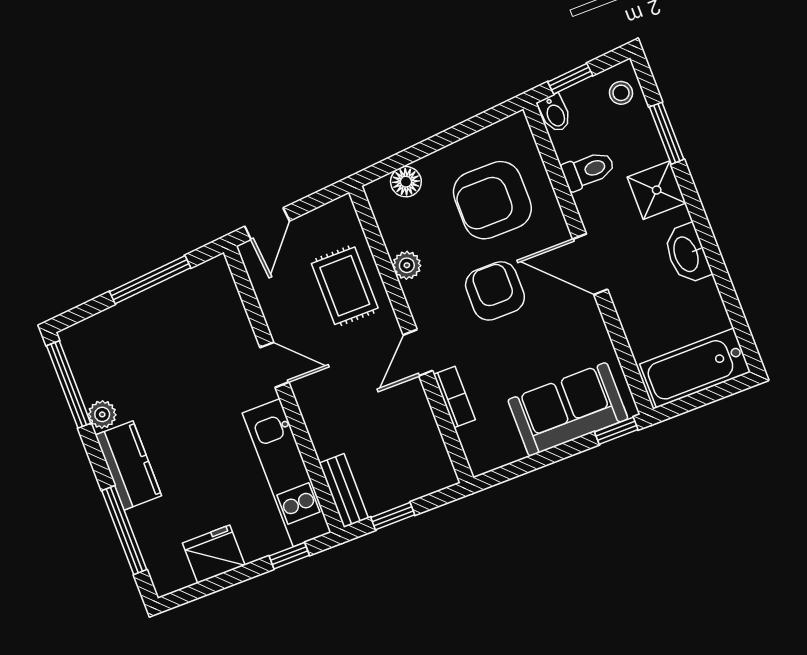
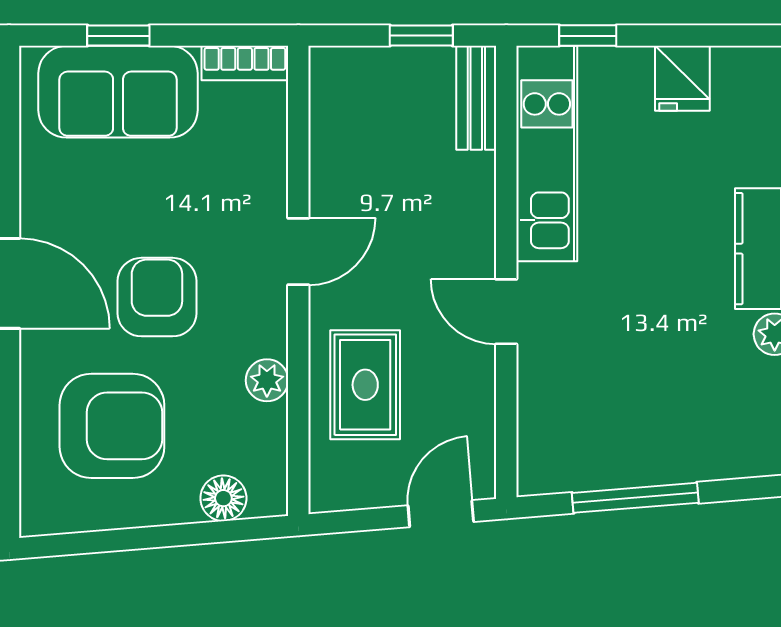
armchair: (495, 291) -> (157, 297), turned 180
bookcase: (454, 397) -> (245, 63), moved, turned -90
window: (616, 431) -> (118, 36), moved
fridge: (214, 554) -> (682, 78), width x0.72

